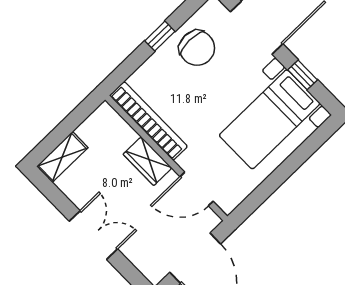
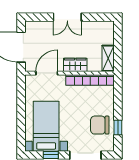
window: (160, 36) -> (118, 127), moved
shelving: (62, 157) -> (108, 58), moved

